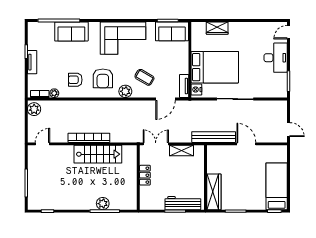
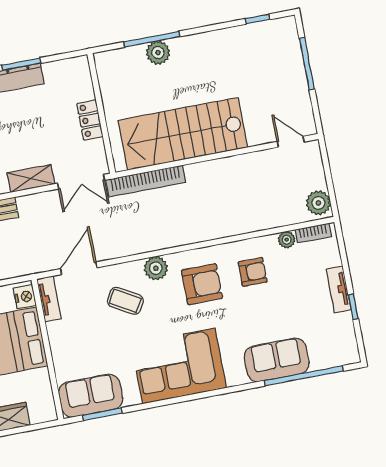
armchair: (103, 78) -> (202, 284), turned 90
bookcase: (89, 138) -> (146, 181), moved
door: (42, 144) -> (291, 142), swing flipped
stairs: (98, 154) -> (183, 134), width x1.36, depth x1.51

